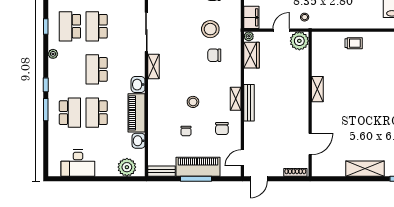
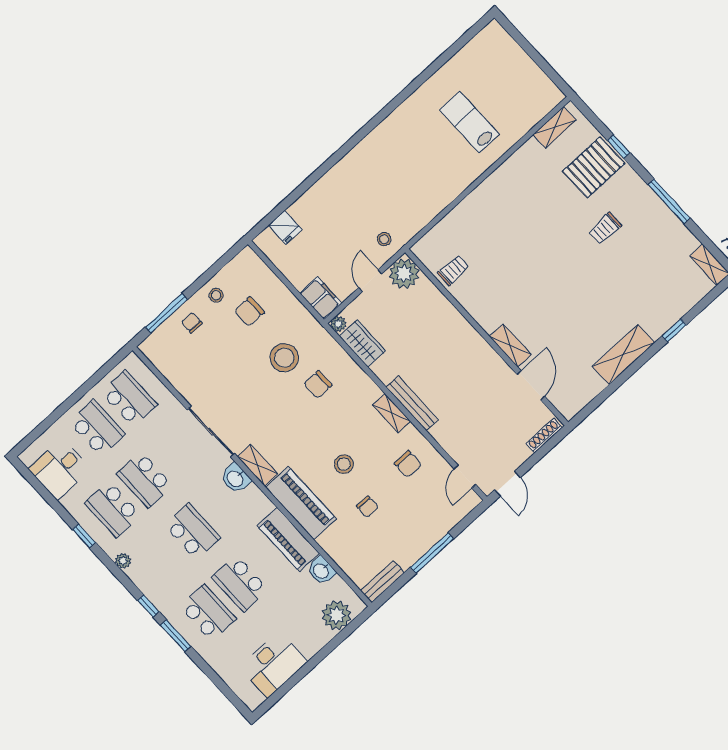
trolley: (354, 43) -> (453, 270), moved
school desk: (97, 69) -> (192, 531), turned 180
washbasin: (138, 85) -> (235, 478), moved
shelving: (317, 89) -> (510, 346), moved
piano: (198, 167) -> (301, 503), moved, turned 90

